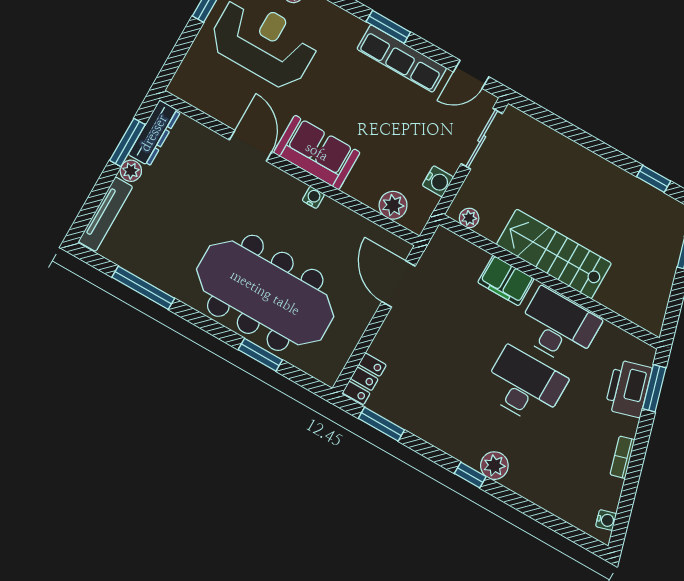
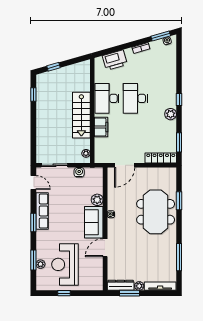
plant: (393, 205) -> (97, 200), moved
meeting table: (265, 293) -> (156, 212), width x0.73
locker: (364, 379) -> (161, 158), width x1.53
window: (654, 388) -> (161, 36), moved
plant: (494, 466) -> (171, 114), moved

